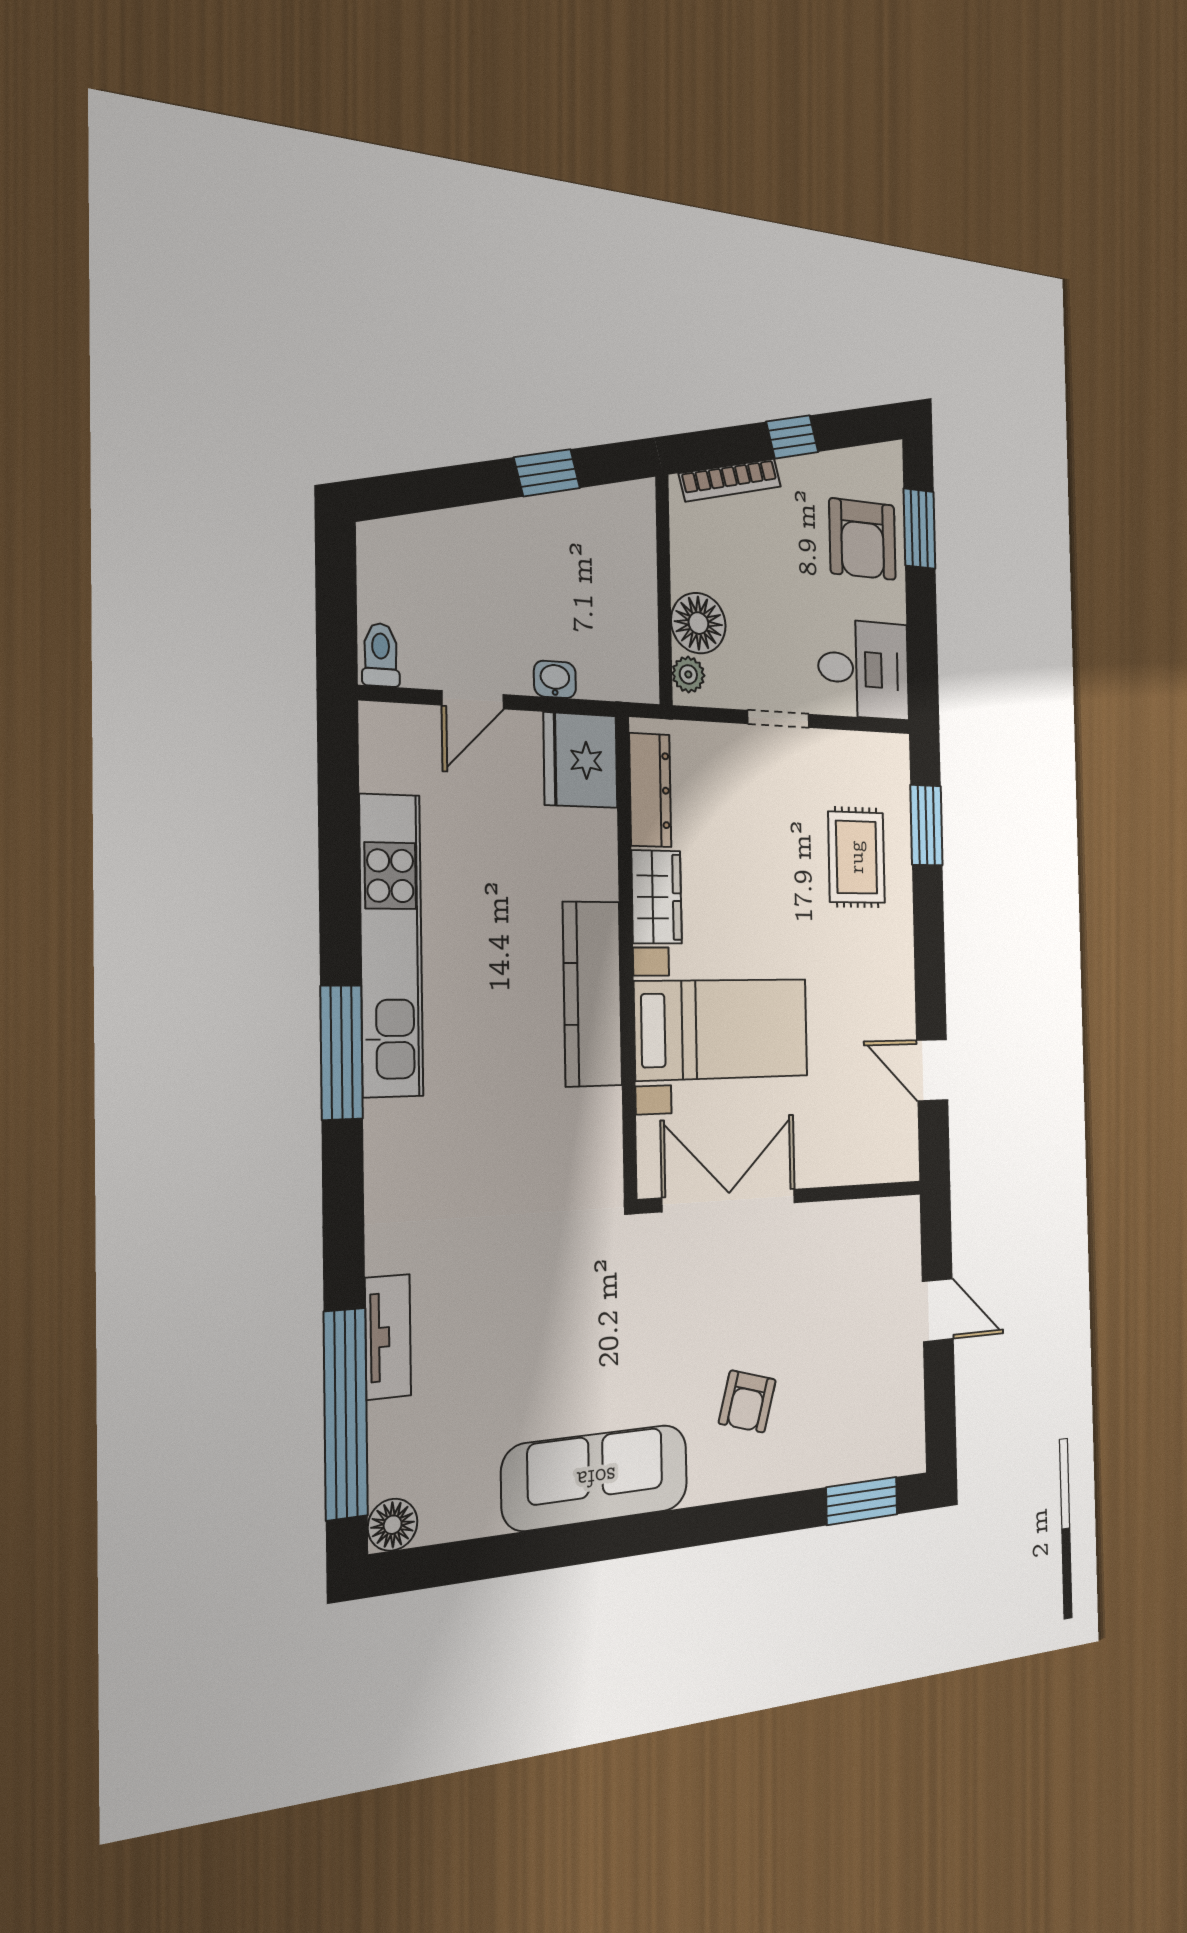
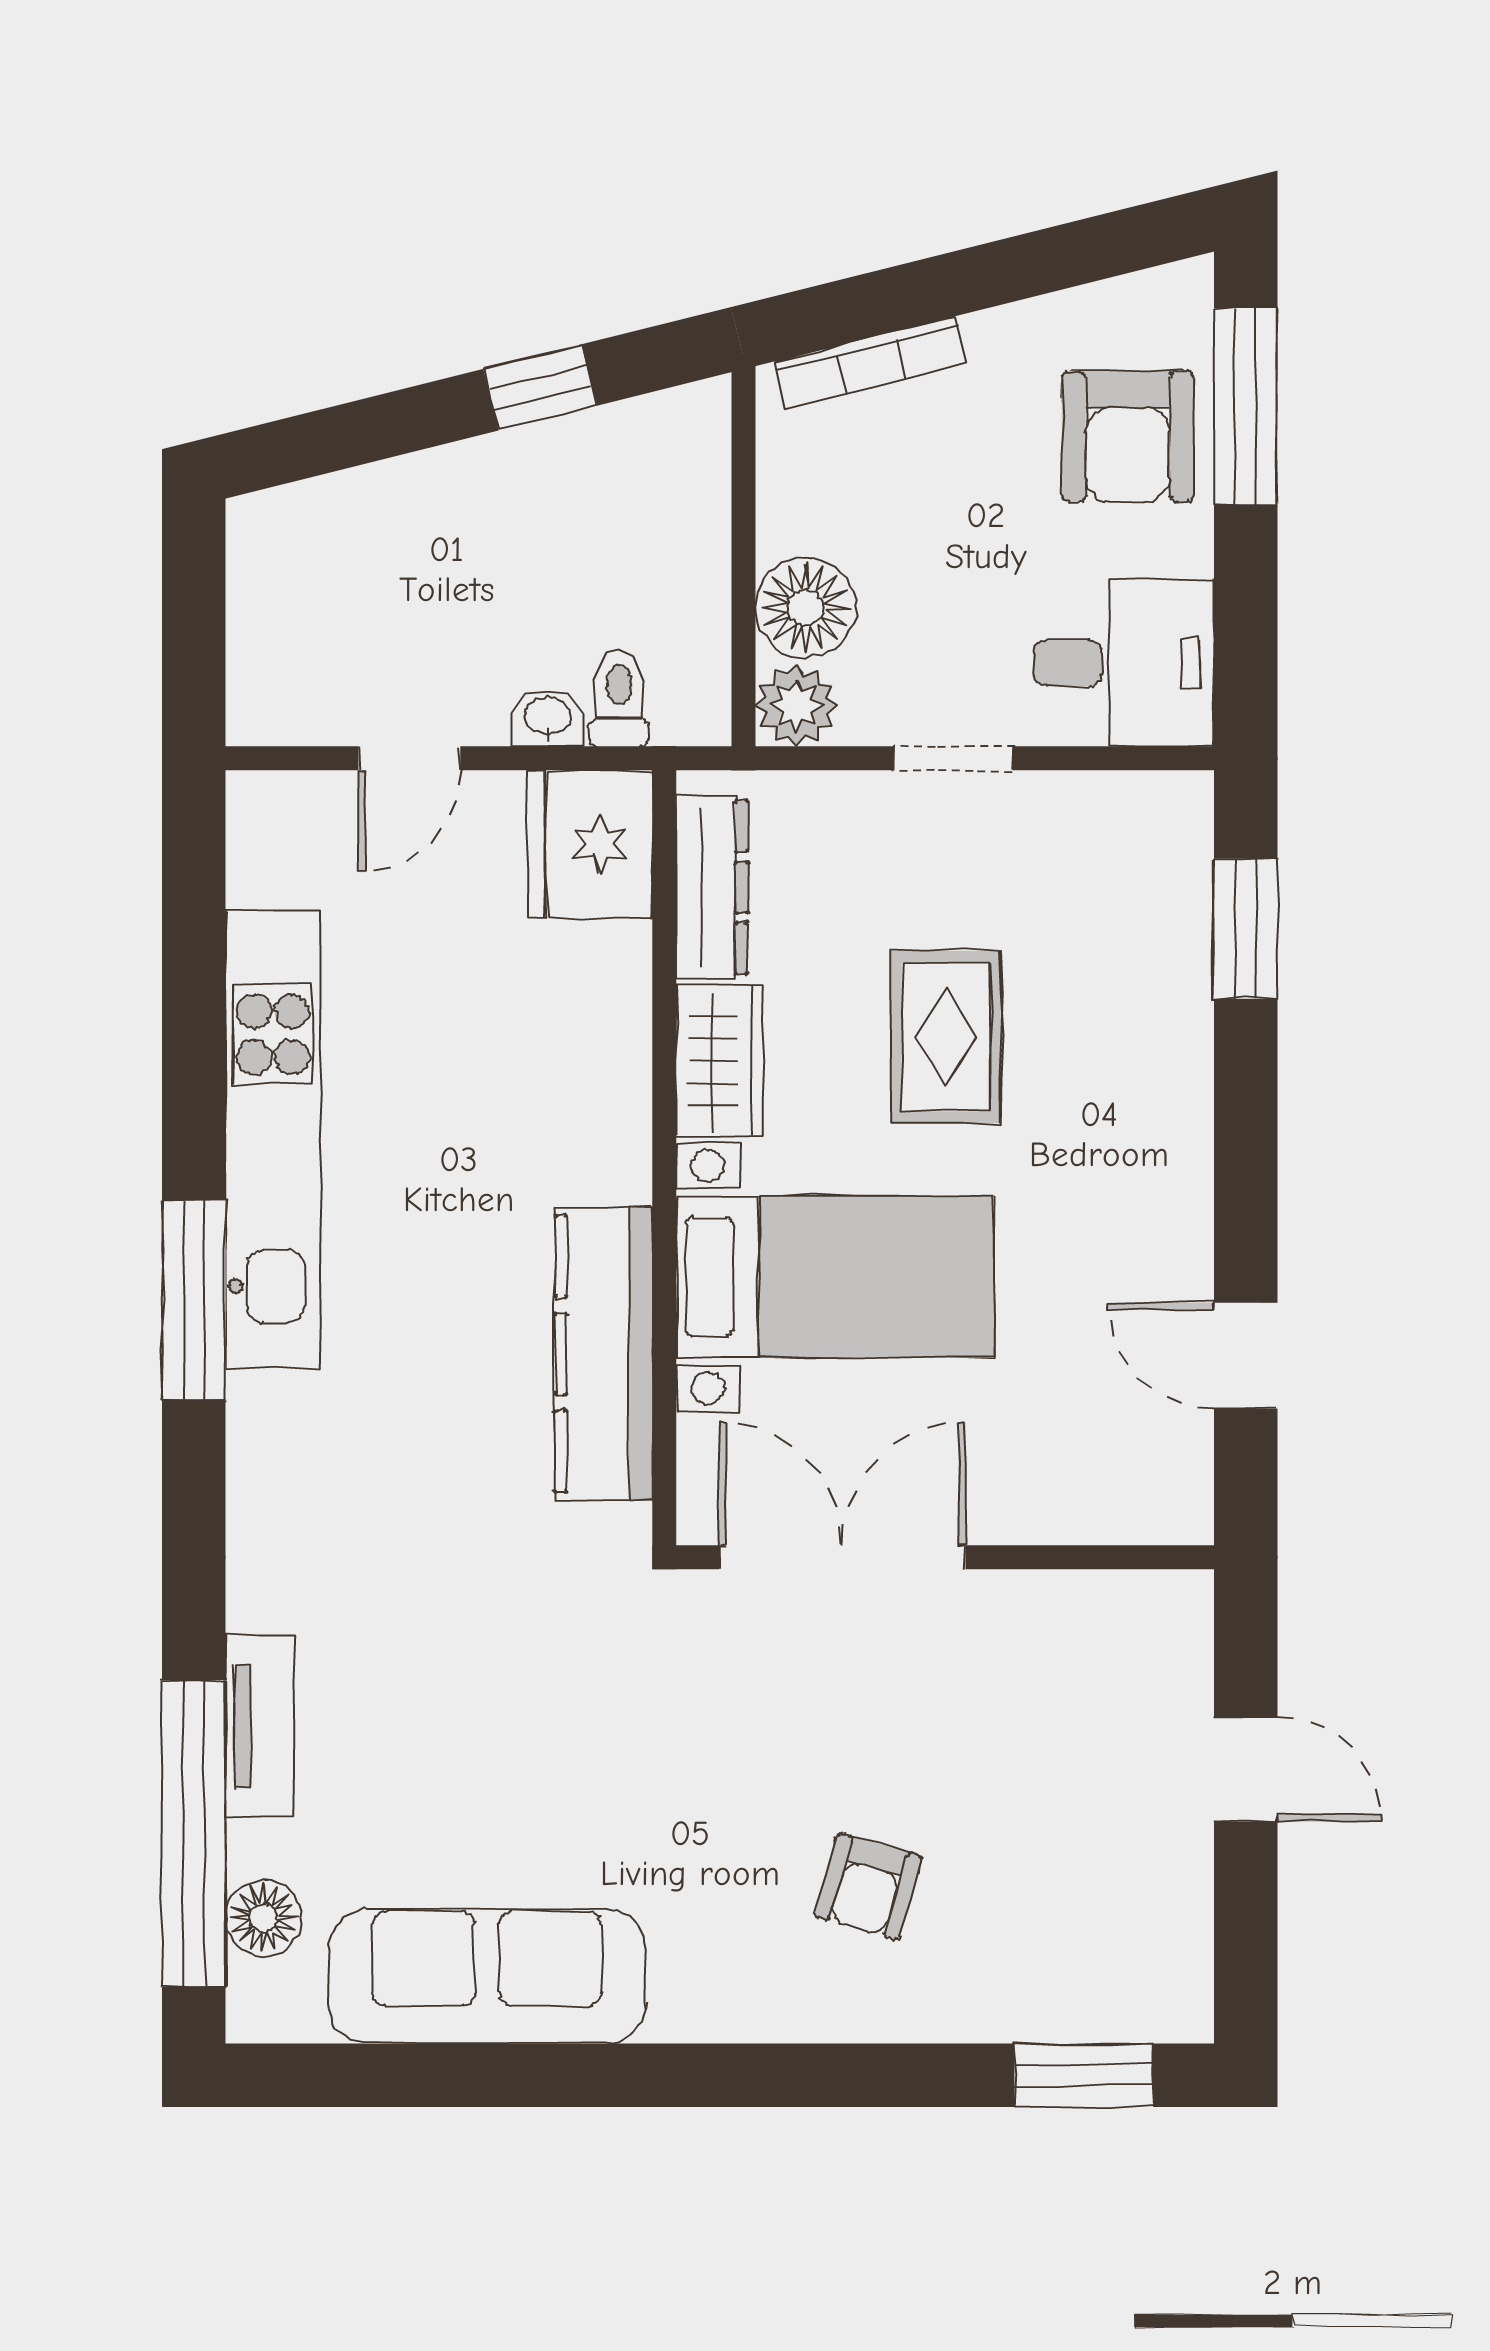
window: (792, 437) -> (992, 274), removed
window: (919, 529) -> (1246, 406), width x1.44
toilet: (381, 655) -> (619, 698), moved
plant: (688, 674) -> (796, 705), width x1.38, depth x1.38
rug: (857, 857) -> (946, 1037), moved
kitchen counter: (592, 994) -> (604, 1354), moved
sofa: (596, 1477) -> (487, 1976), moved
floor lamp: (393, 1525) -> (264, 1918), moved

